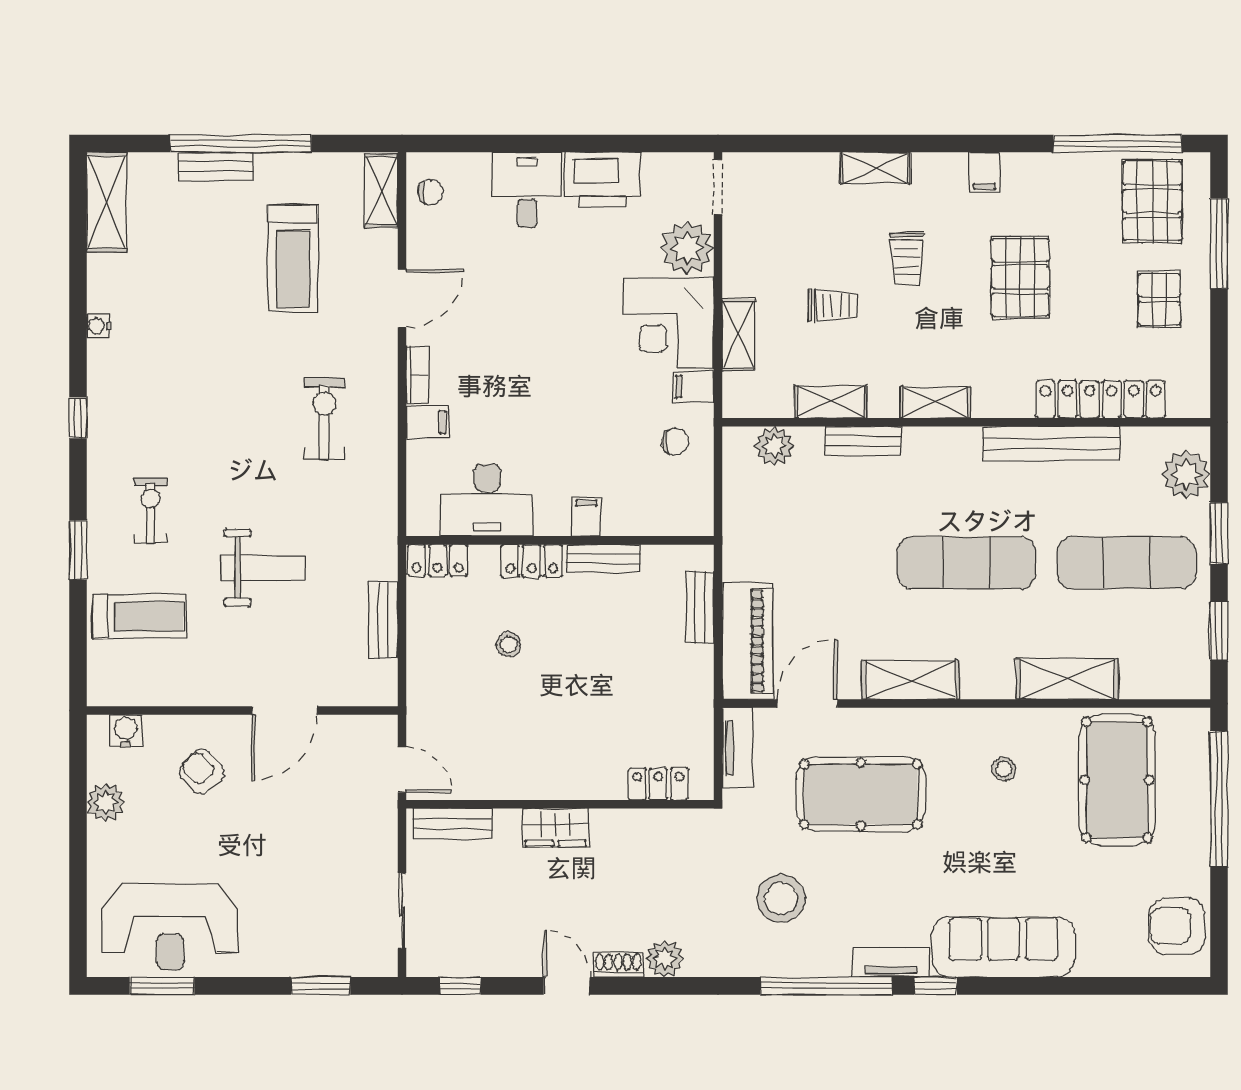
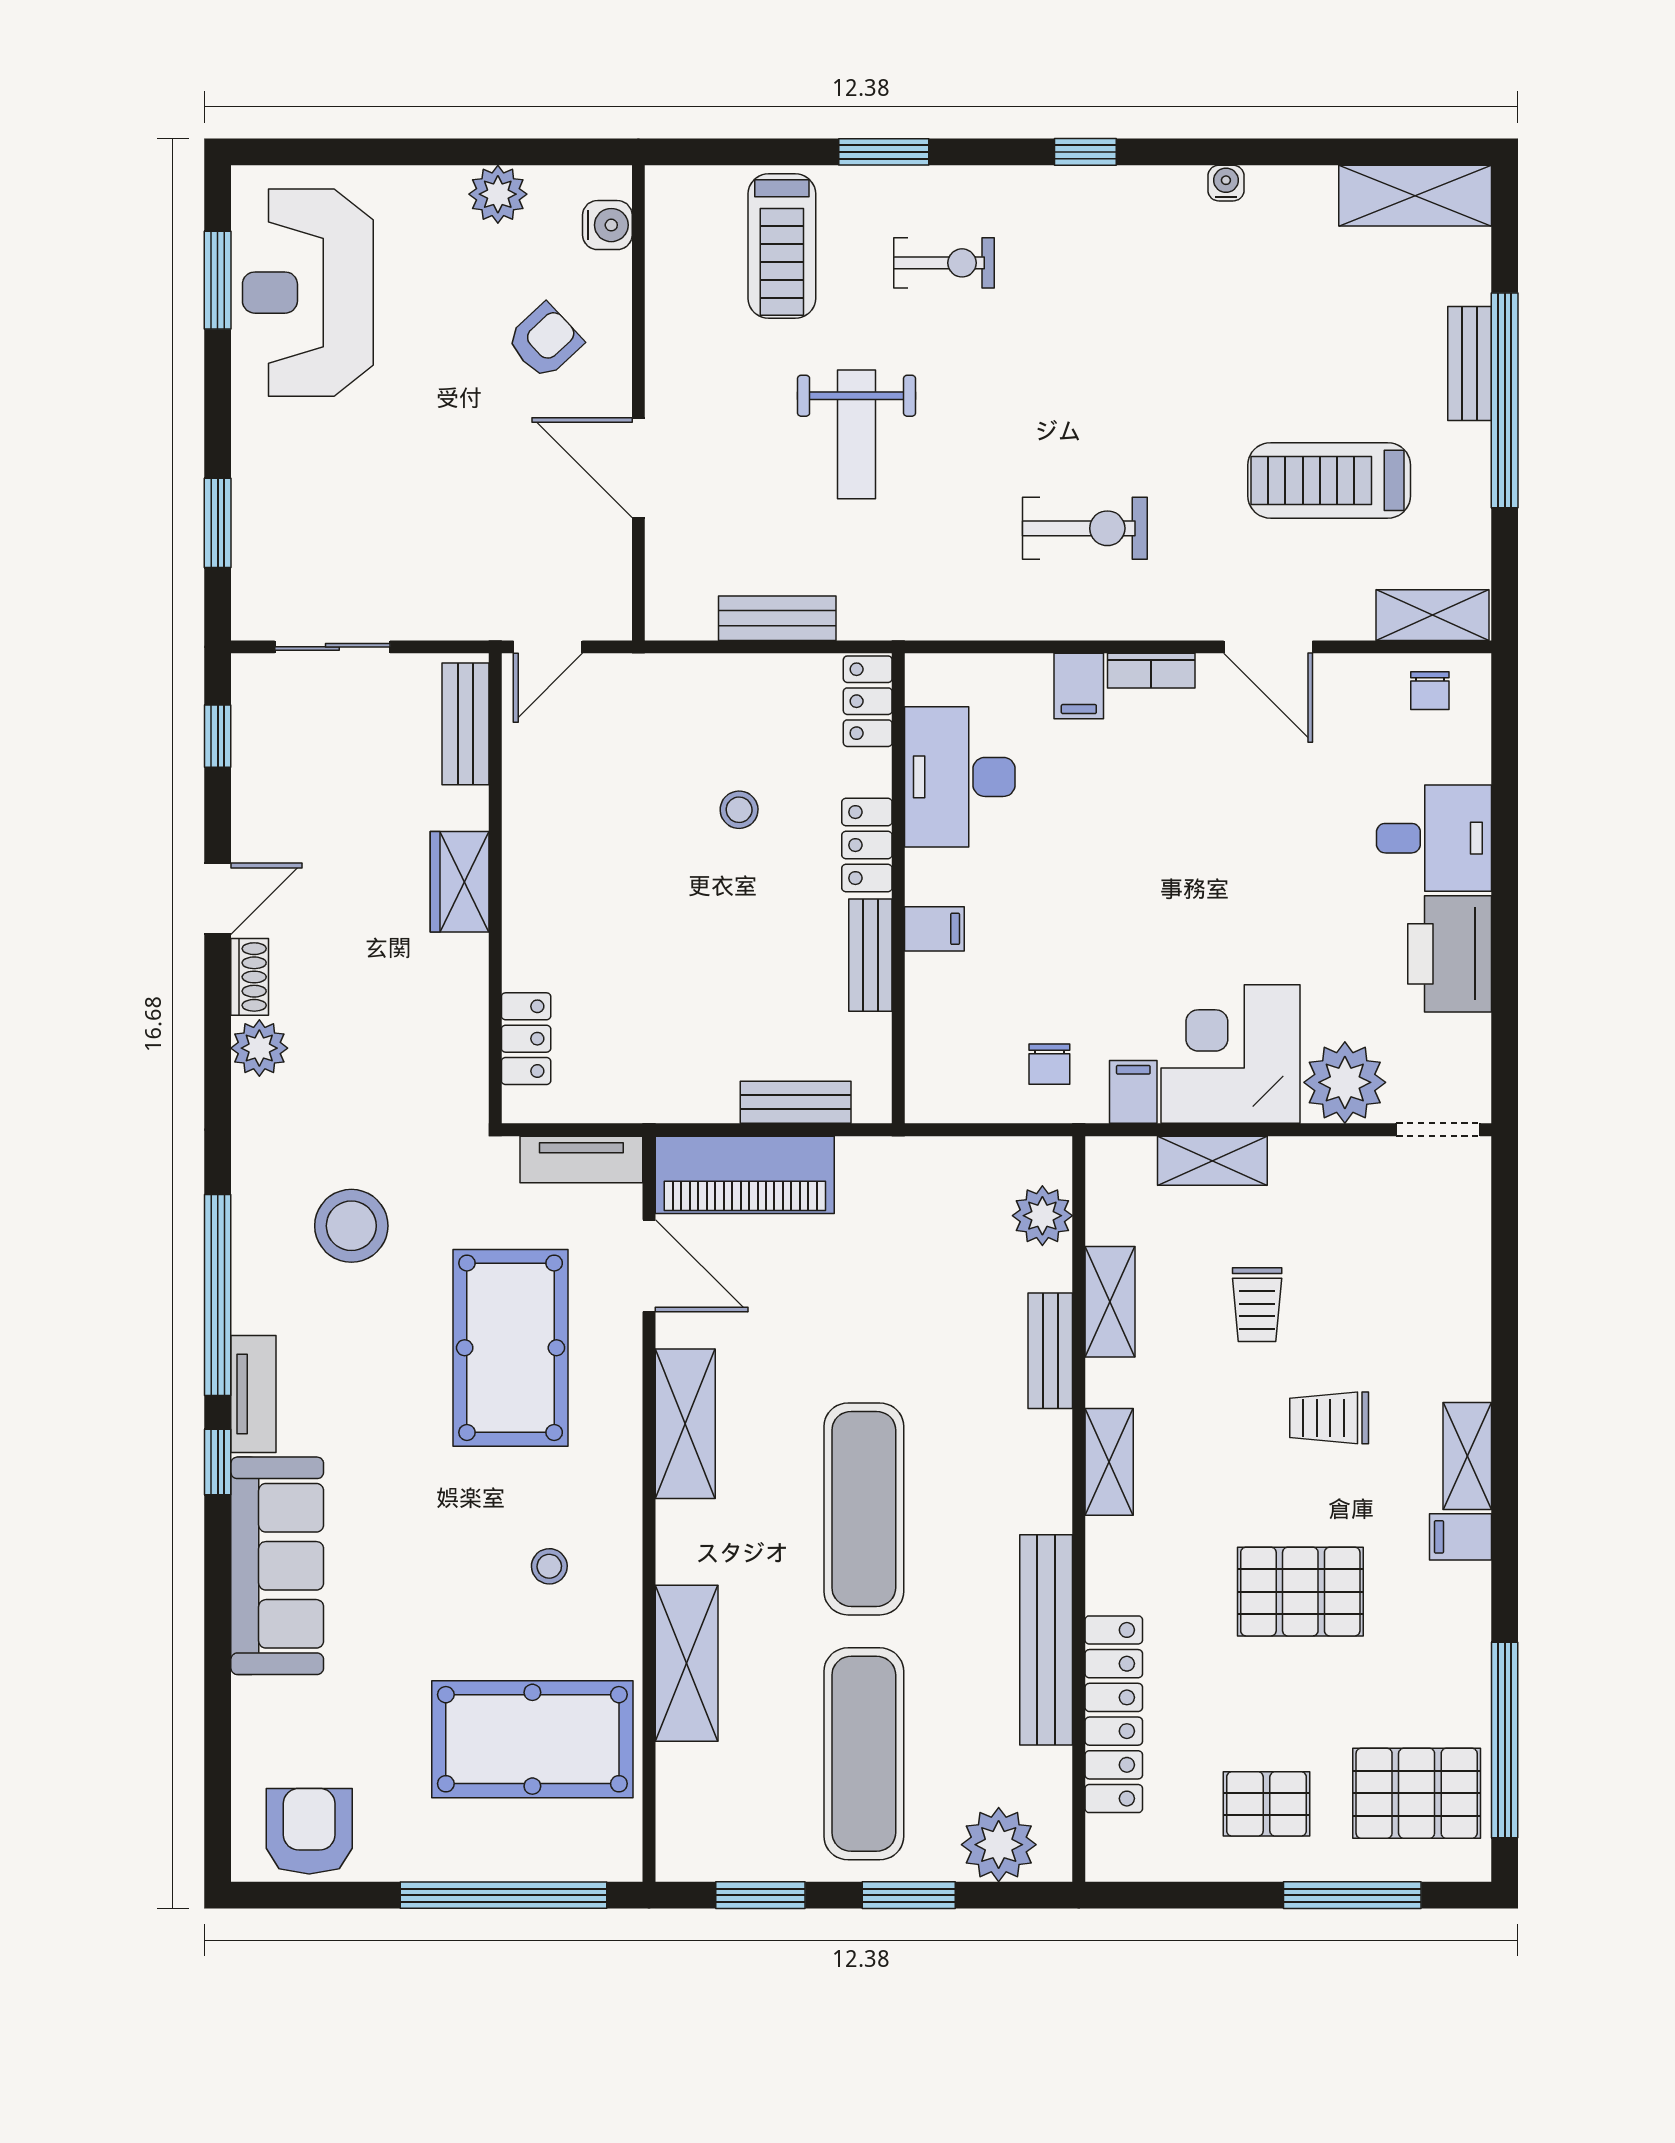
shelving: (875, 168) -> (1467, 1456), moved

